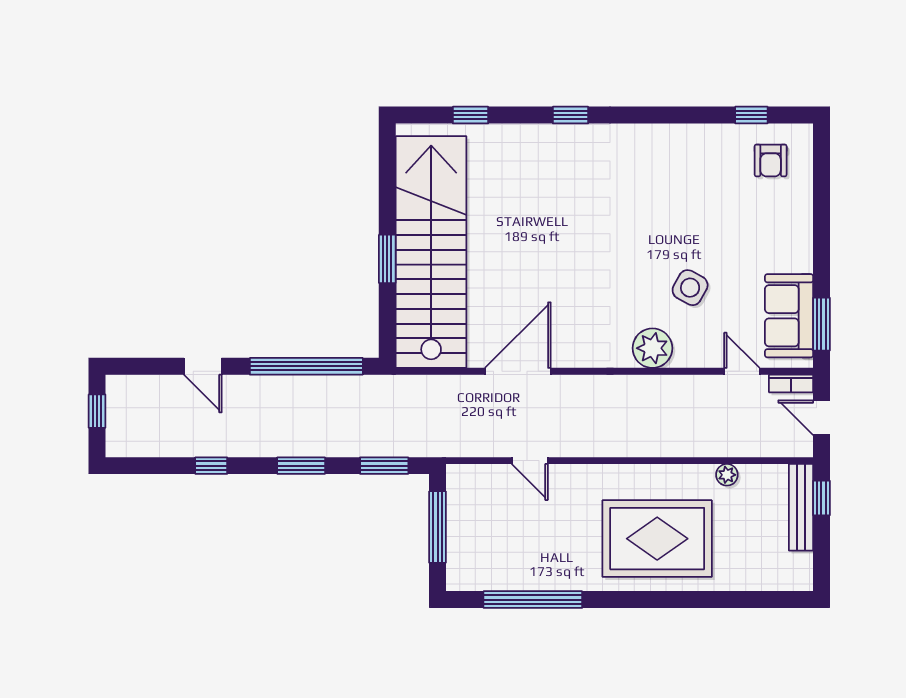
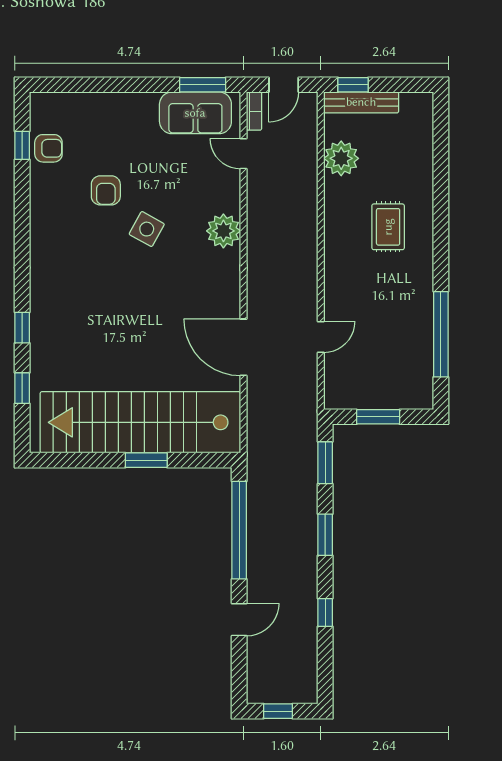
window: (570, 115) -> (22, 328), moved
armchair: (771, 160) -> (48, 148), moved
armchair: (699, 212) -> (106, 190), added
side table: (690, 288) -> (147, 229), moved
door: (742, 371) -> (244, 154), hinge flipped
plant: (727, 475) -> (341, 158), width x1.88, depth x1.88
window: (438, 527) -> (378, 417), width x0.69
rug: (657, 539) -> (388, 227), width x0.54, depth x0.49

